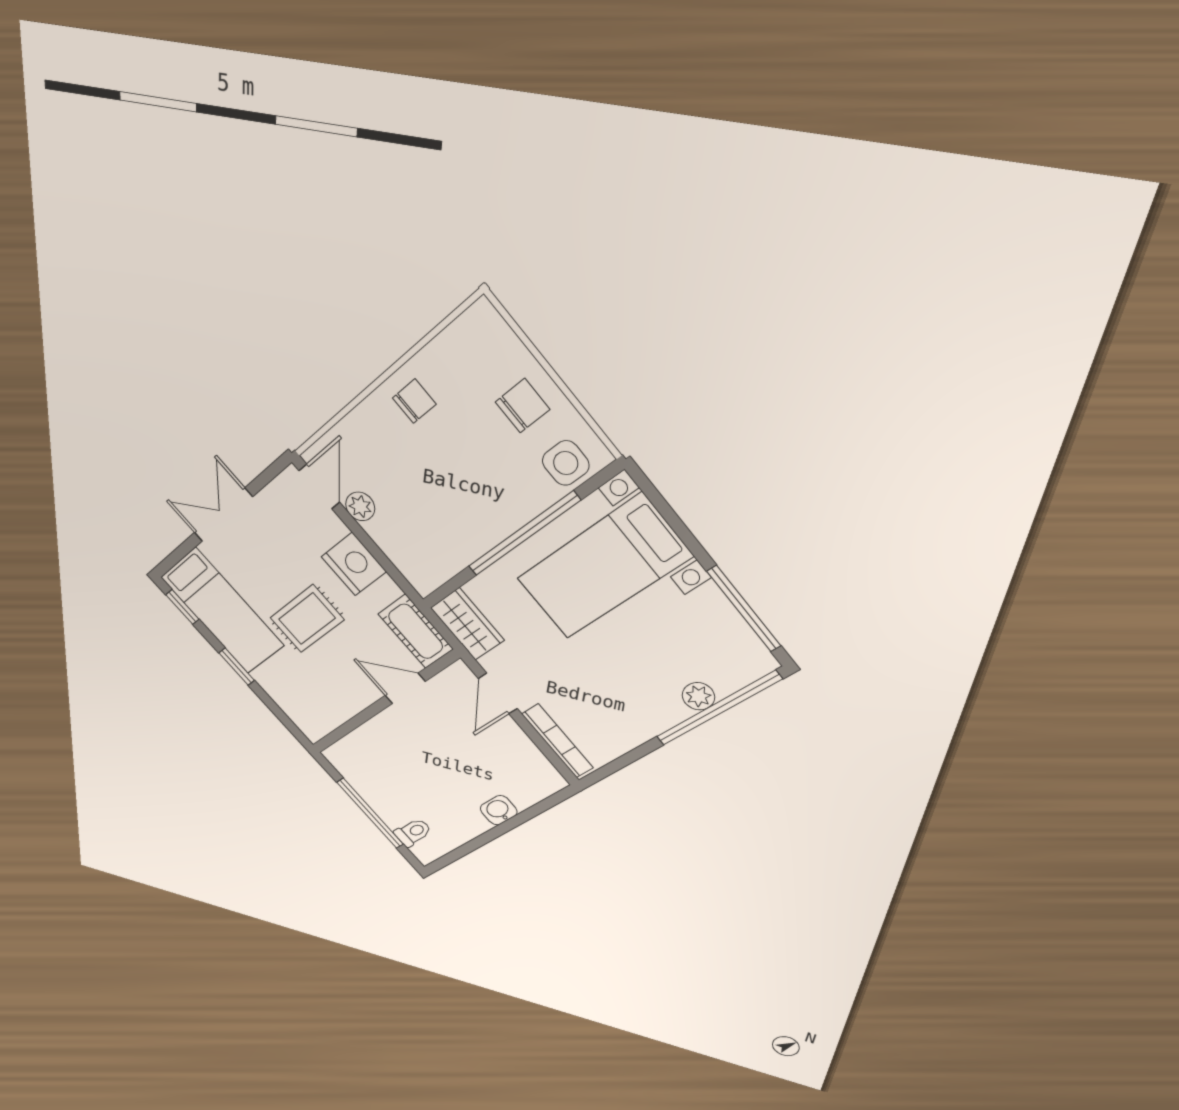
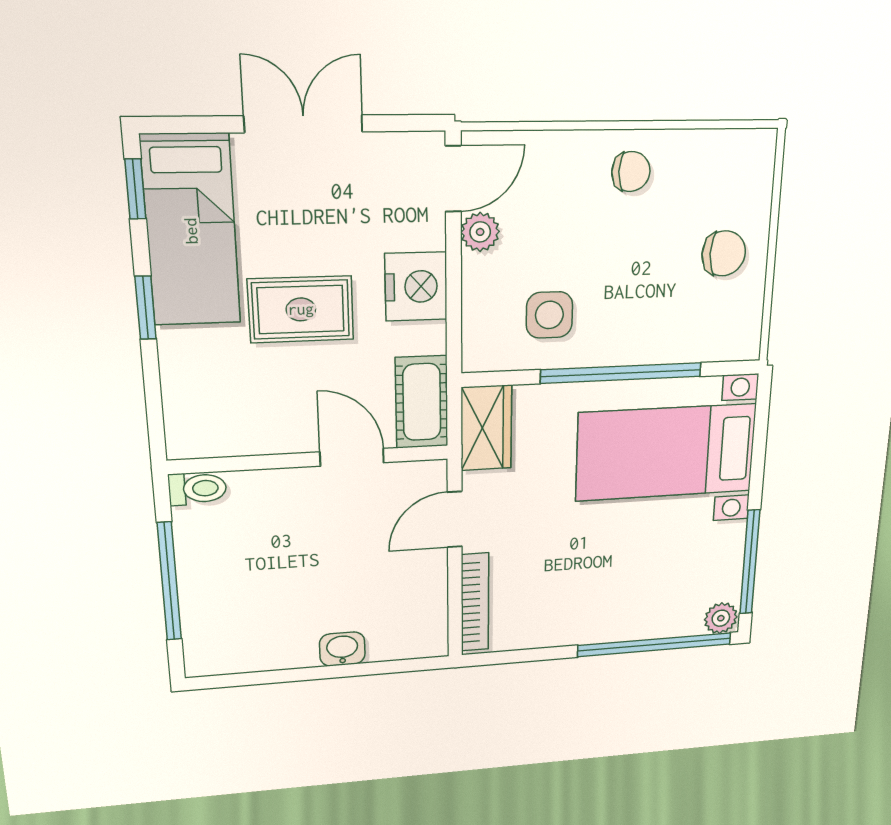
side table: (566, 463) -> (549, 315), moved
plant: (698, 696) -> (721, 618), moved
toilet: (413, 832) -> (197, 489), moved

